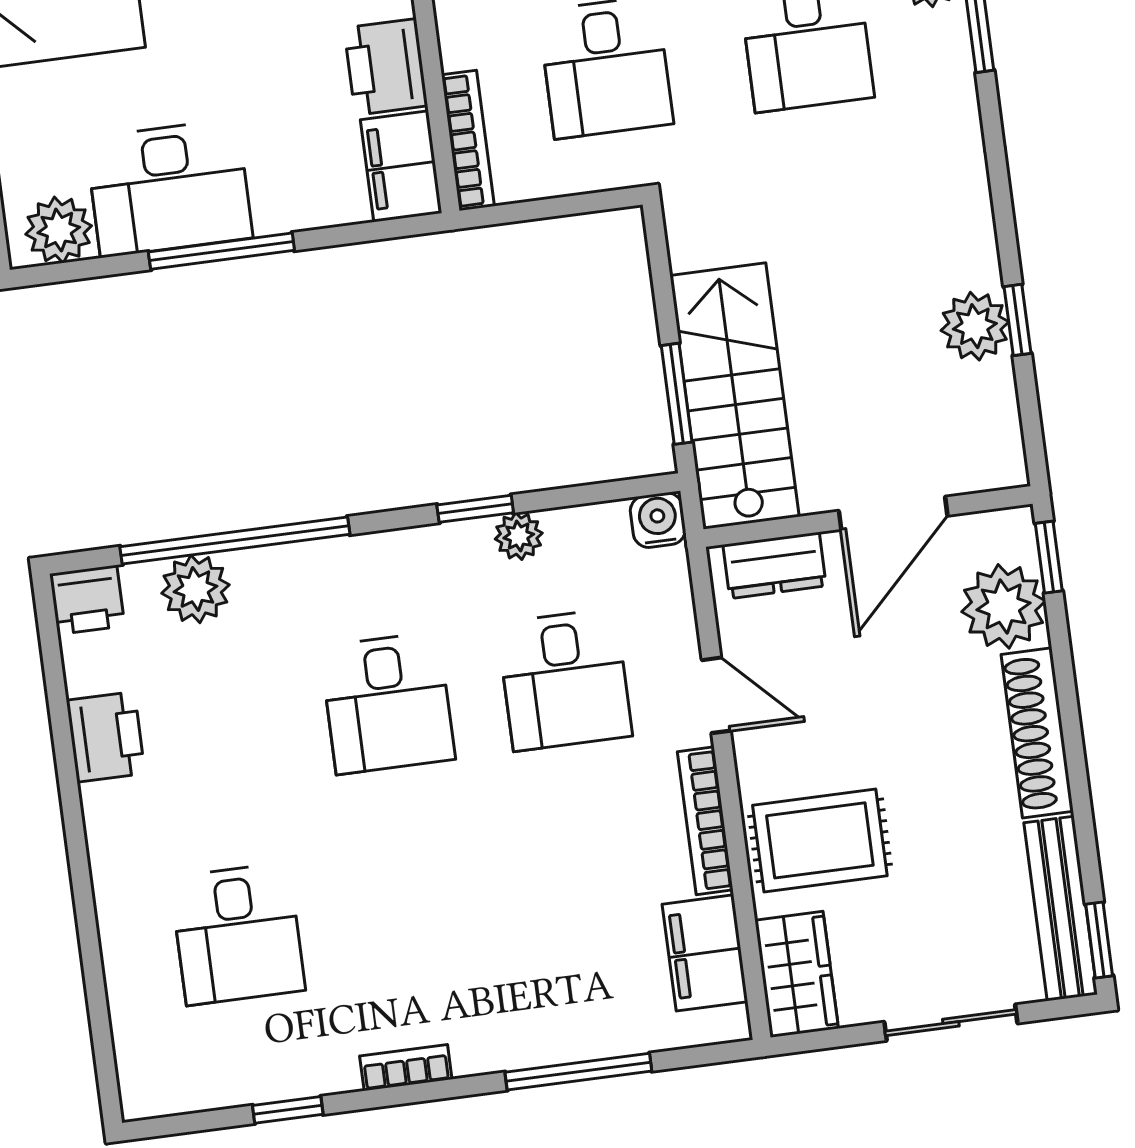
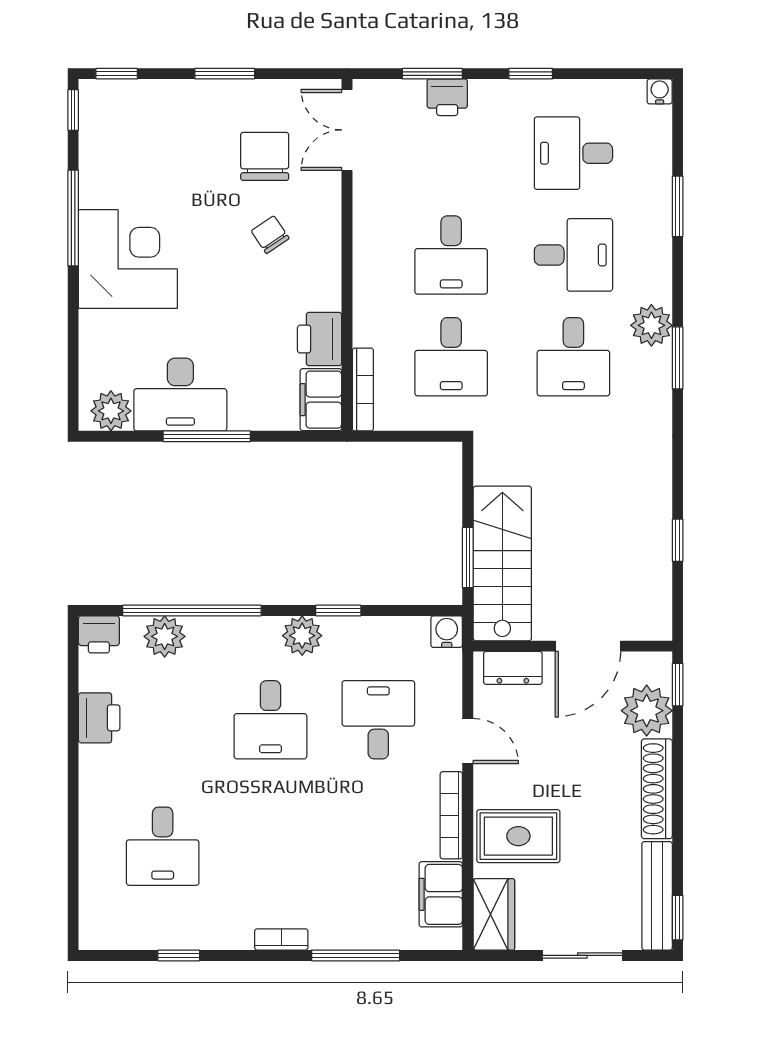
plant: (975, 326) -> (652, 541), removed
plant: (519, 536) -> (302, 636), moved, width x1.38, depth x1.38
desk: (565, 680) -> (378, 720), turned 180
bookcase: (406, 1068) -> (281, 939), moved

